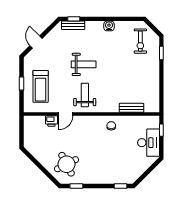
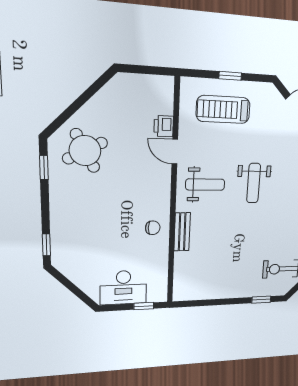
bench: (131, 108) -> (182, 232), moved

